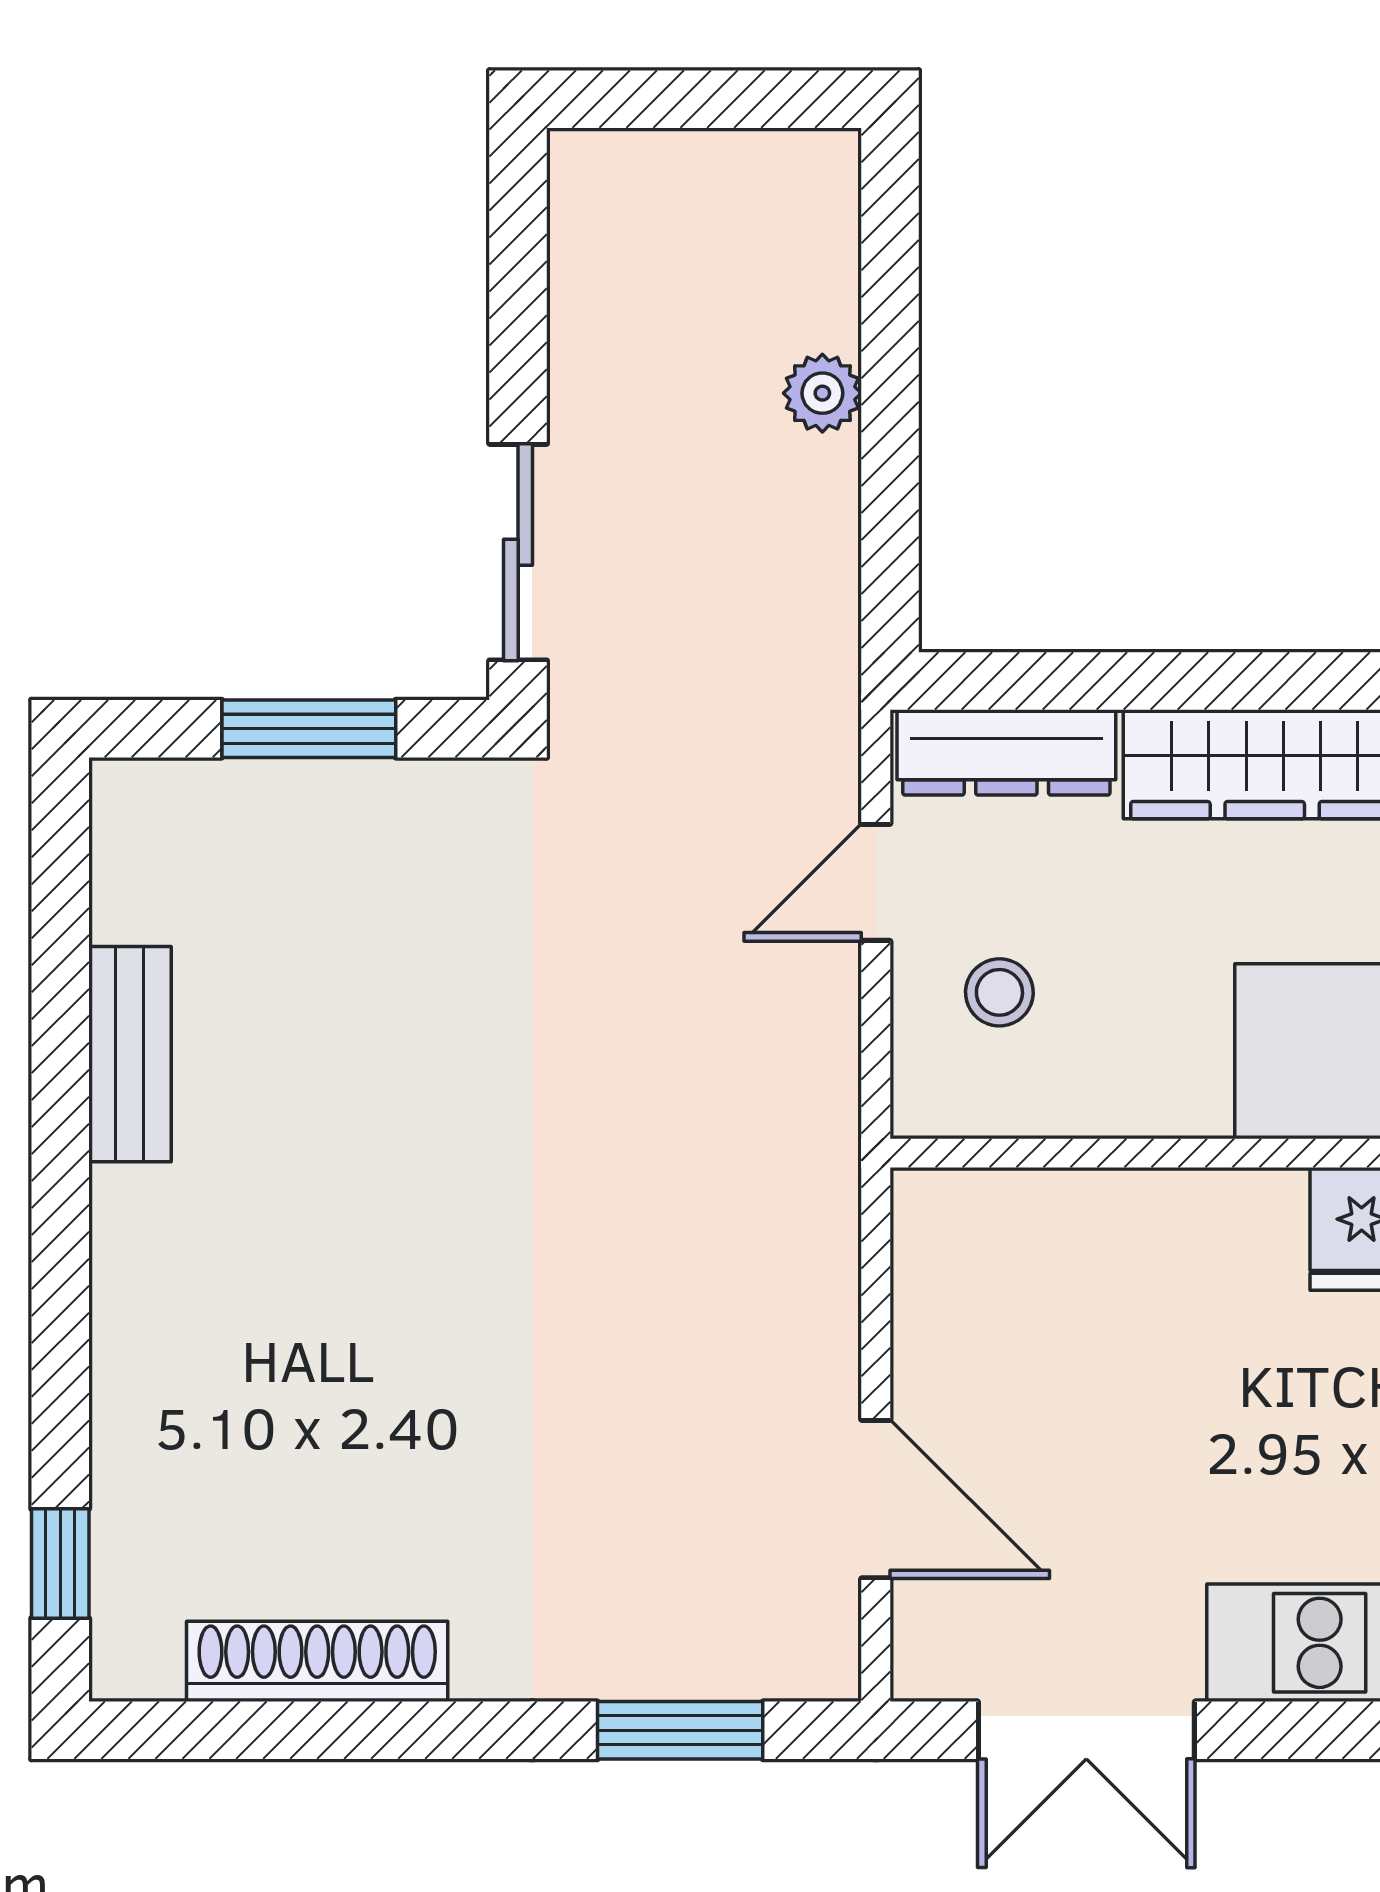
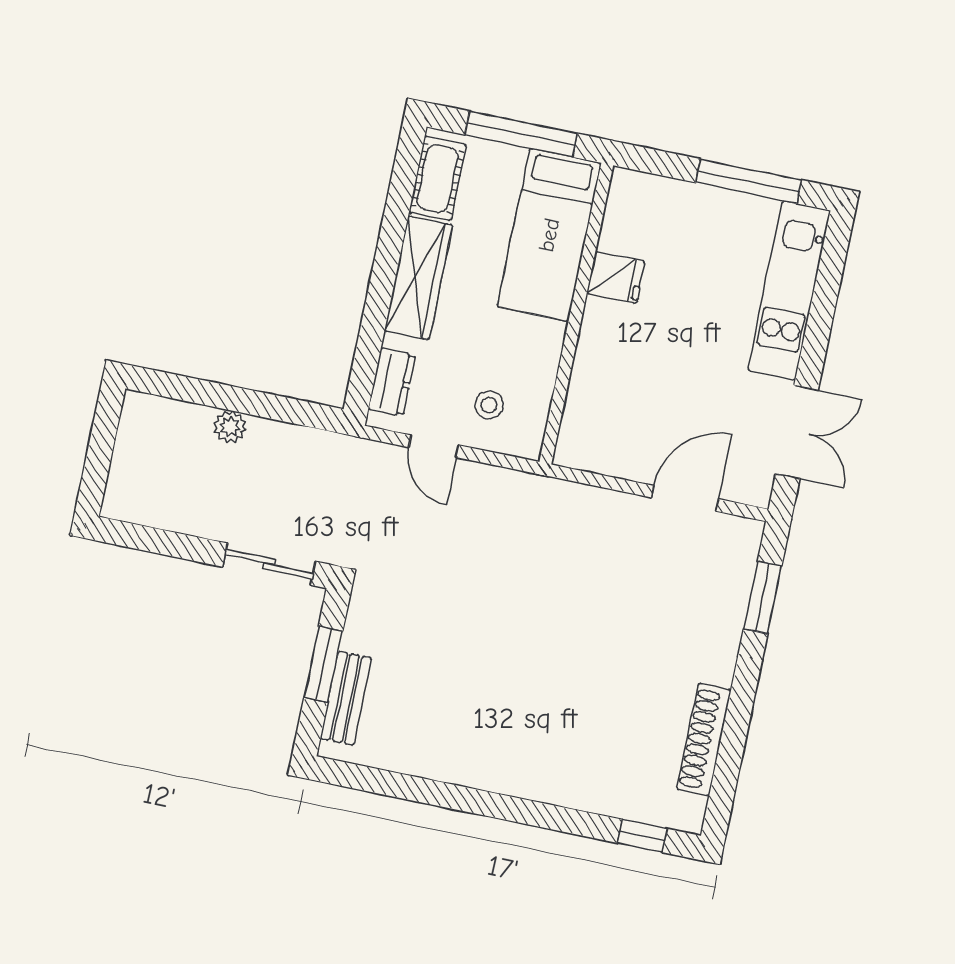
dresser: (1006, 752) -> (392, 382), width x0.70
bench: (130, 1054) -> (346, 698), moved, turned 90

